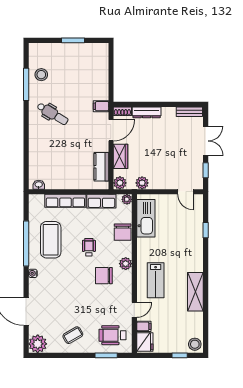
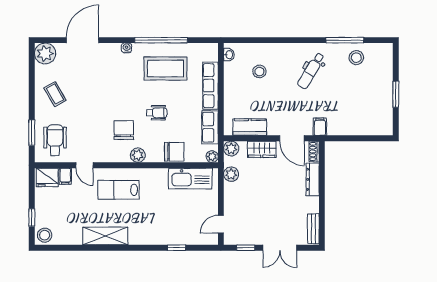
stool: (53, 158) -> (259, 71), added
chair: (123, 232) -> (174, 152), turned 180

